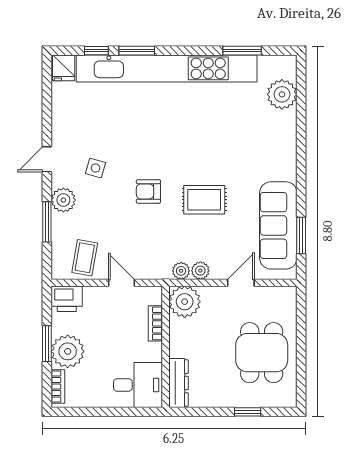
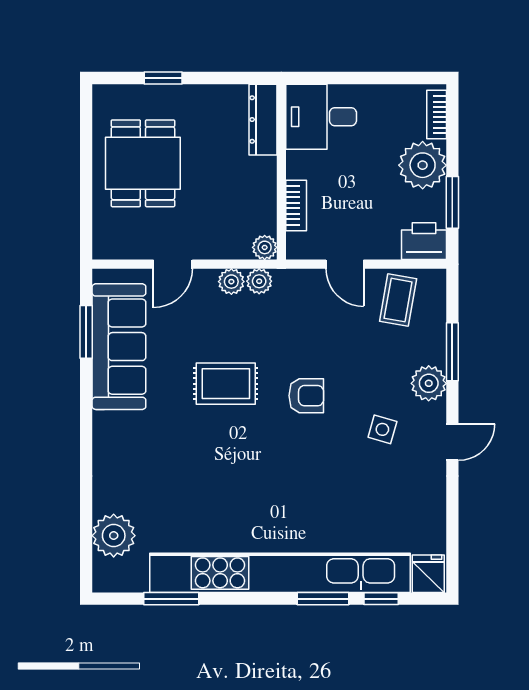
plant: (185, 302) -> (265, 247), width x0.53, depth x0.53
window: (47, 344) -> (452, 202), moved

